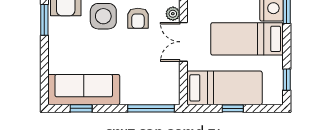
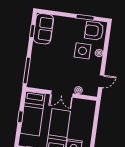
armchair: (138, 18) -> (79, 70), removed
double door: (183, 42) -> (62, 94), swing flipped
sofa: (84, 90) -> (43, 29), width x0.73

